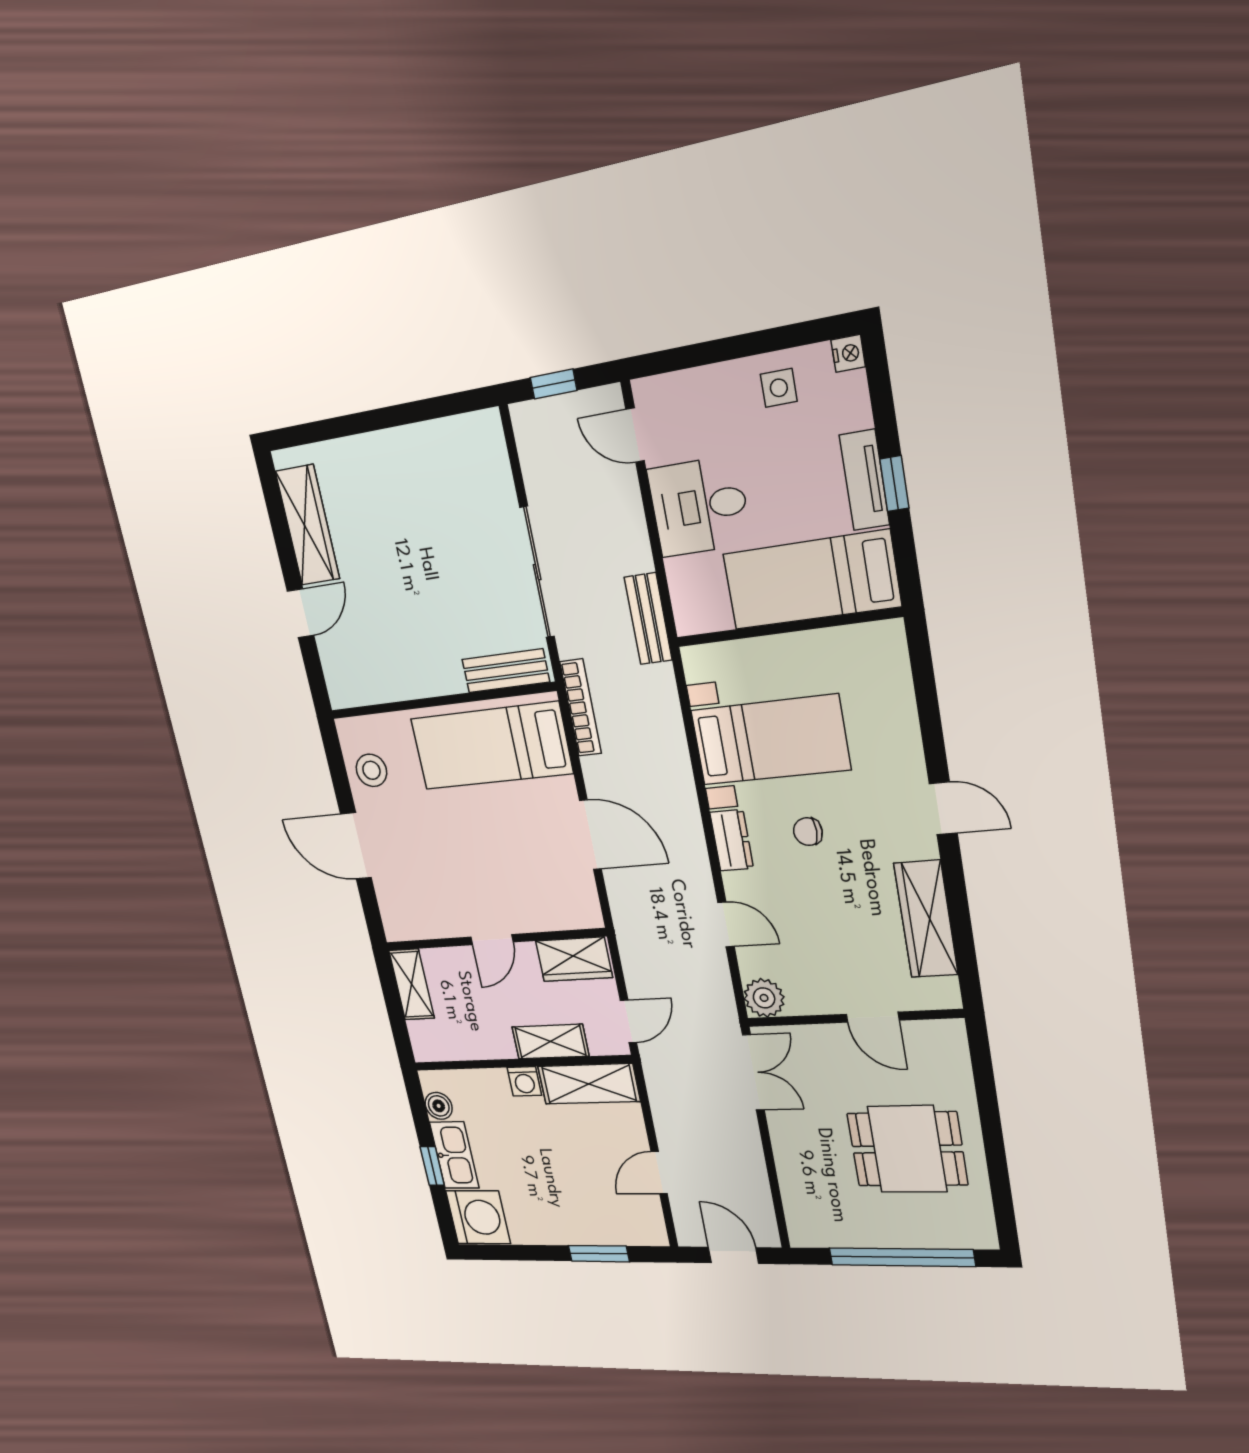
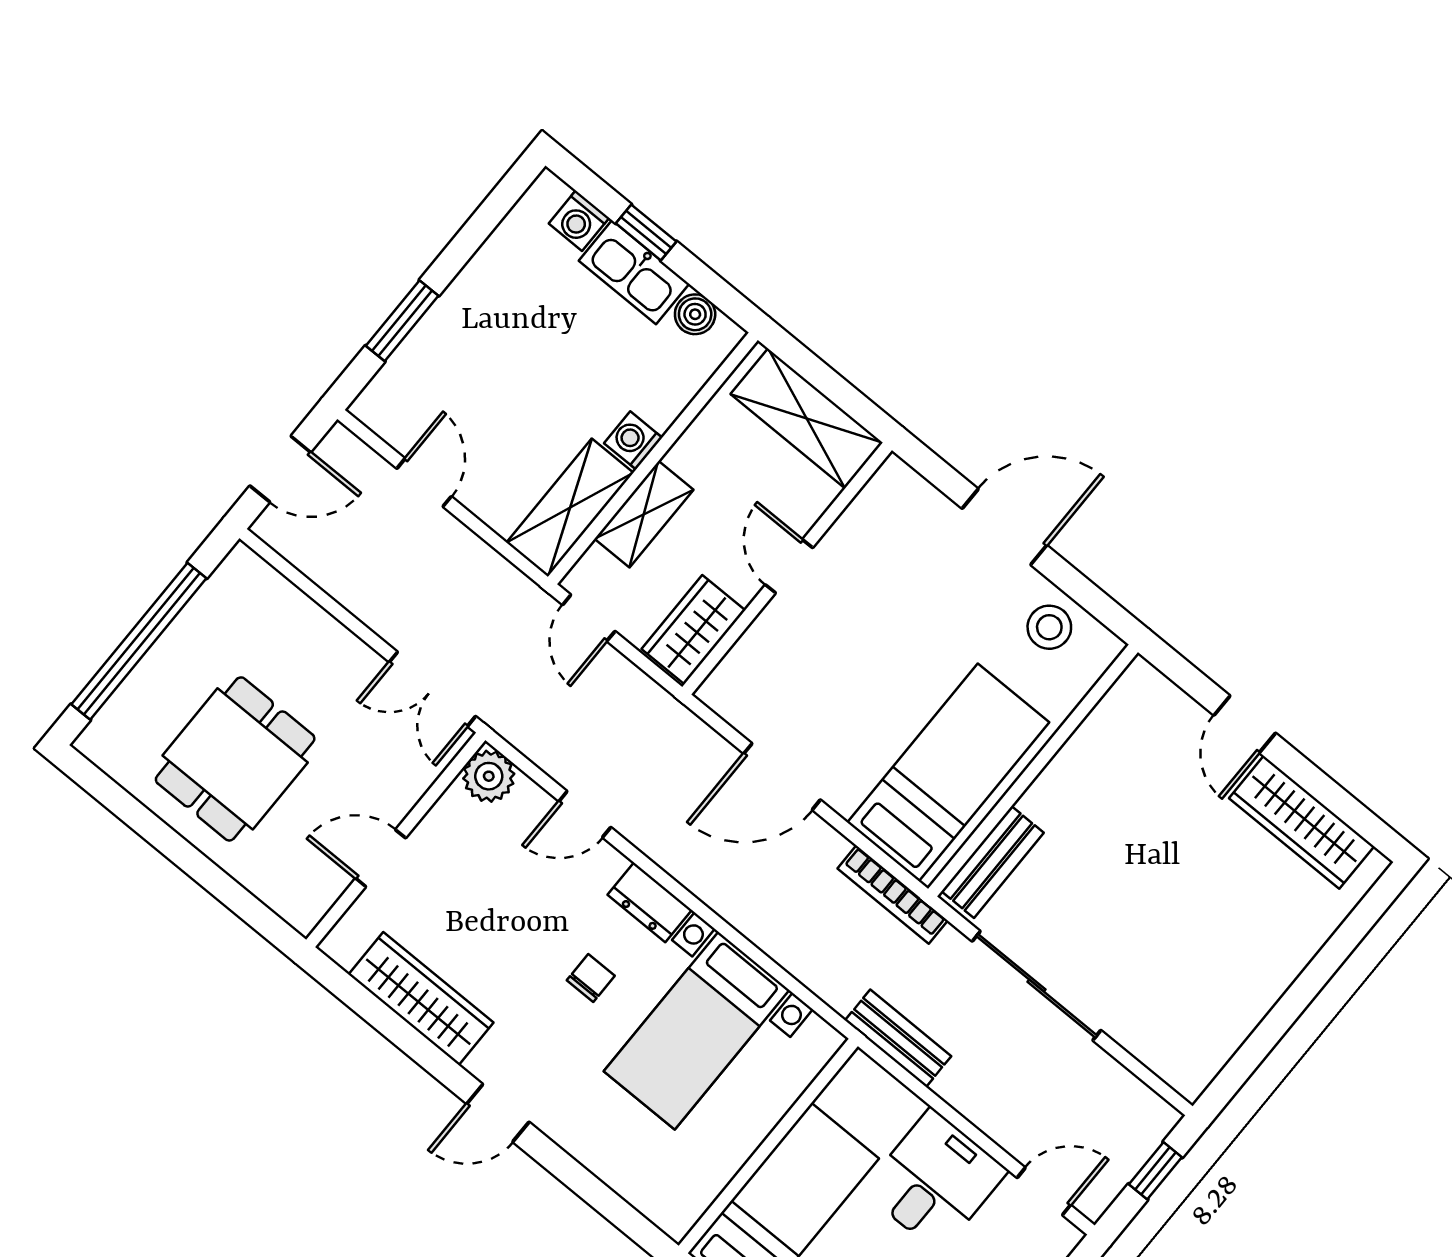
shelving: (412, 984) -> (807, 418), width x1.50, depth x1.33
washing machine: (478, 1217) -> (579, 221), width x0.53, depth x0.53

